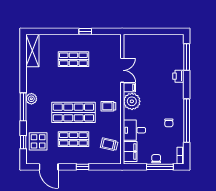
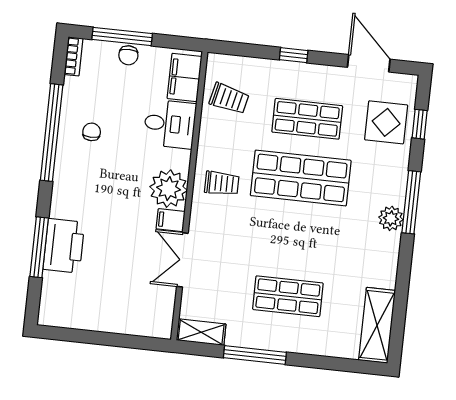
window: (85, 31) -> (255, 355), width x2.17
shelving: (110, 39) -> (201, 332), added
window: (187, 57) -> (39, 247), moved
printer: (178, 76) -> (64, 246), width x1.87, depth x1.48

